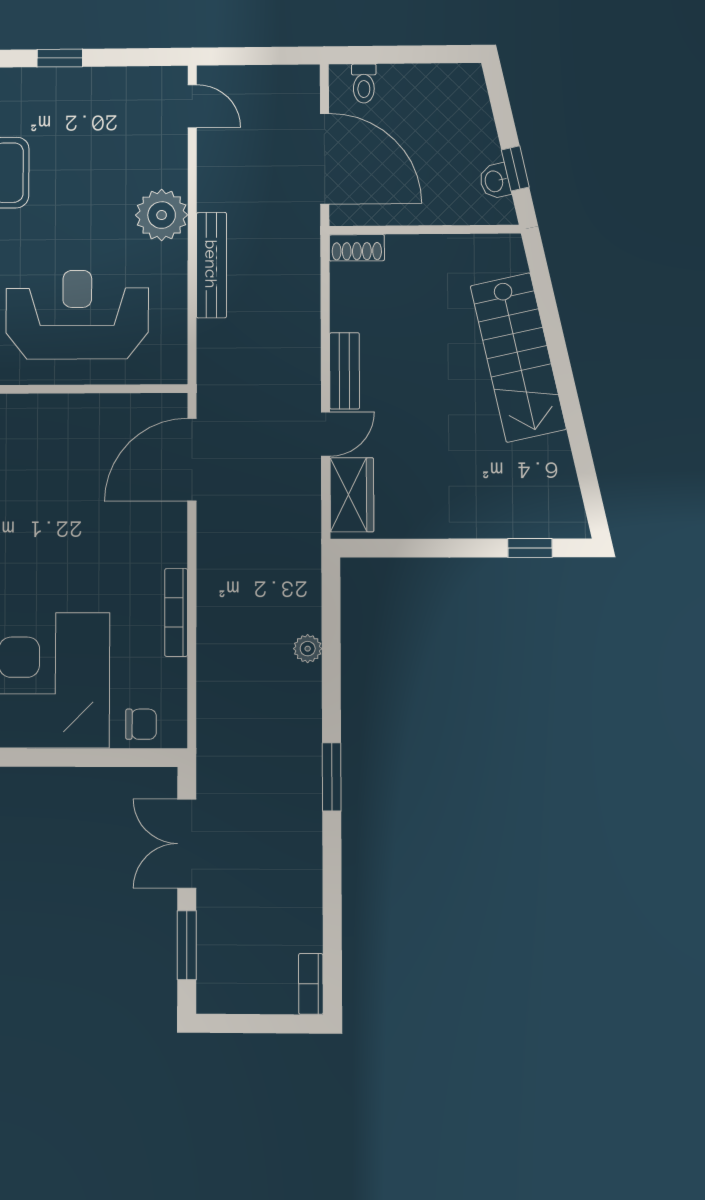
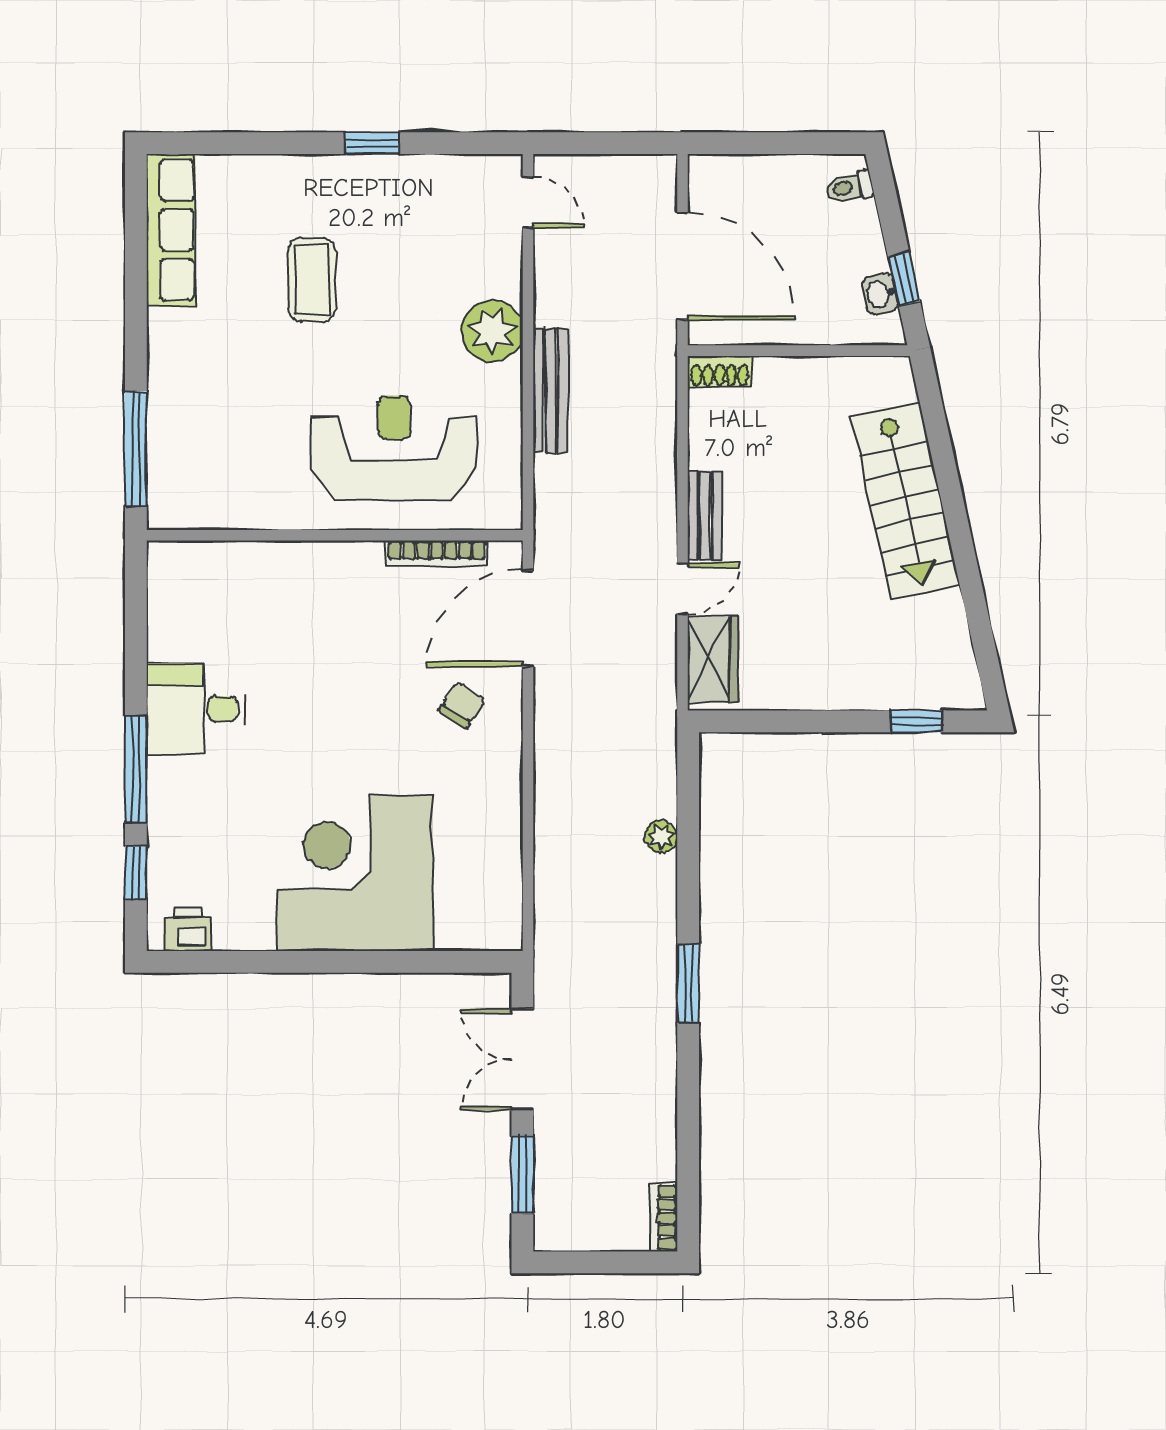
toilet: (364, 84) -> (849, 187), moved, turned 78
bookcase: (176, 612) -> (437, 553), moved, turned -90
chair: (141, 724) -> (462, 705), moved, turned -57

